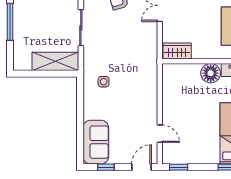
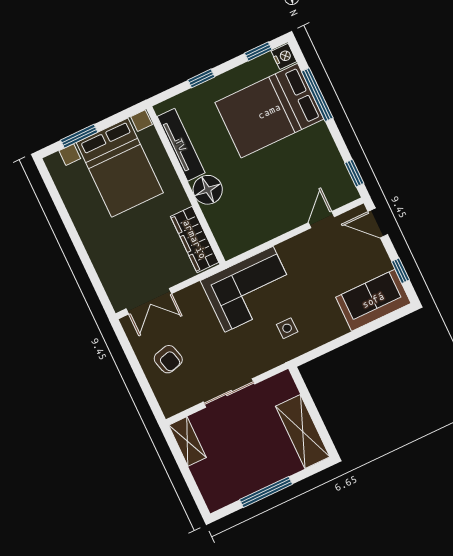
wardrobe: (177, 51) -> (195, 239), width x1.50
shelving: (55, 61) -> (303, 432), moved
corner sofa: (138, 70) -> (249, 289), added

